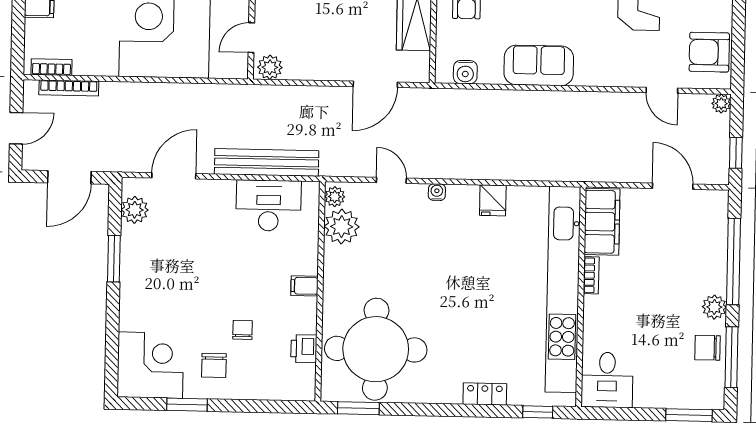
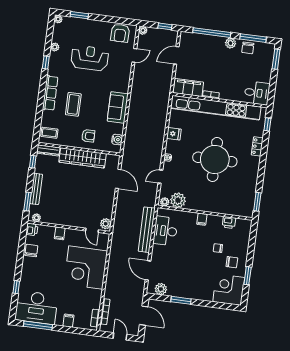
round table: (376, 349) -> (215, 159), moved

